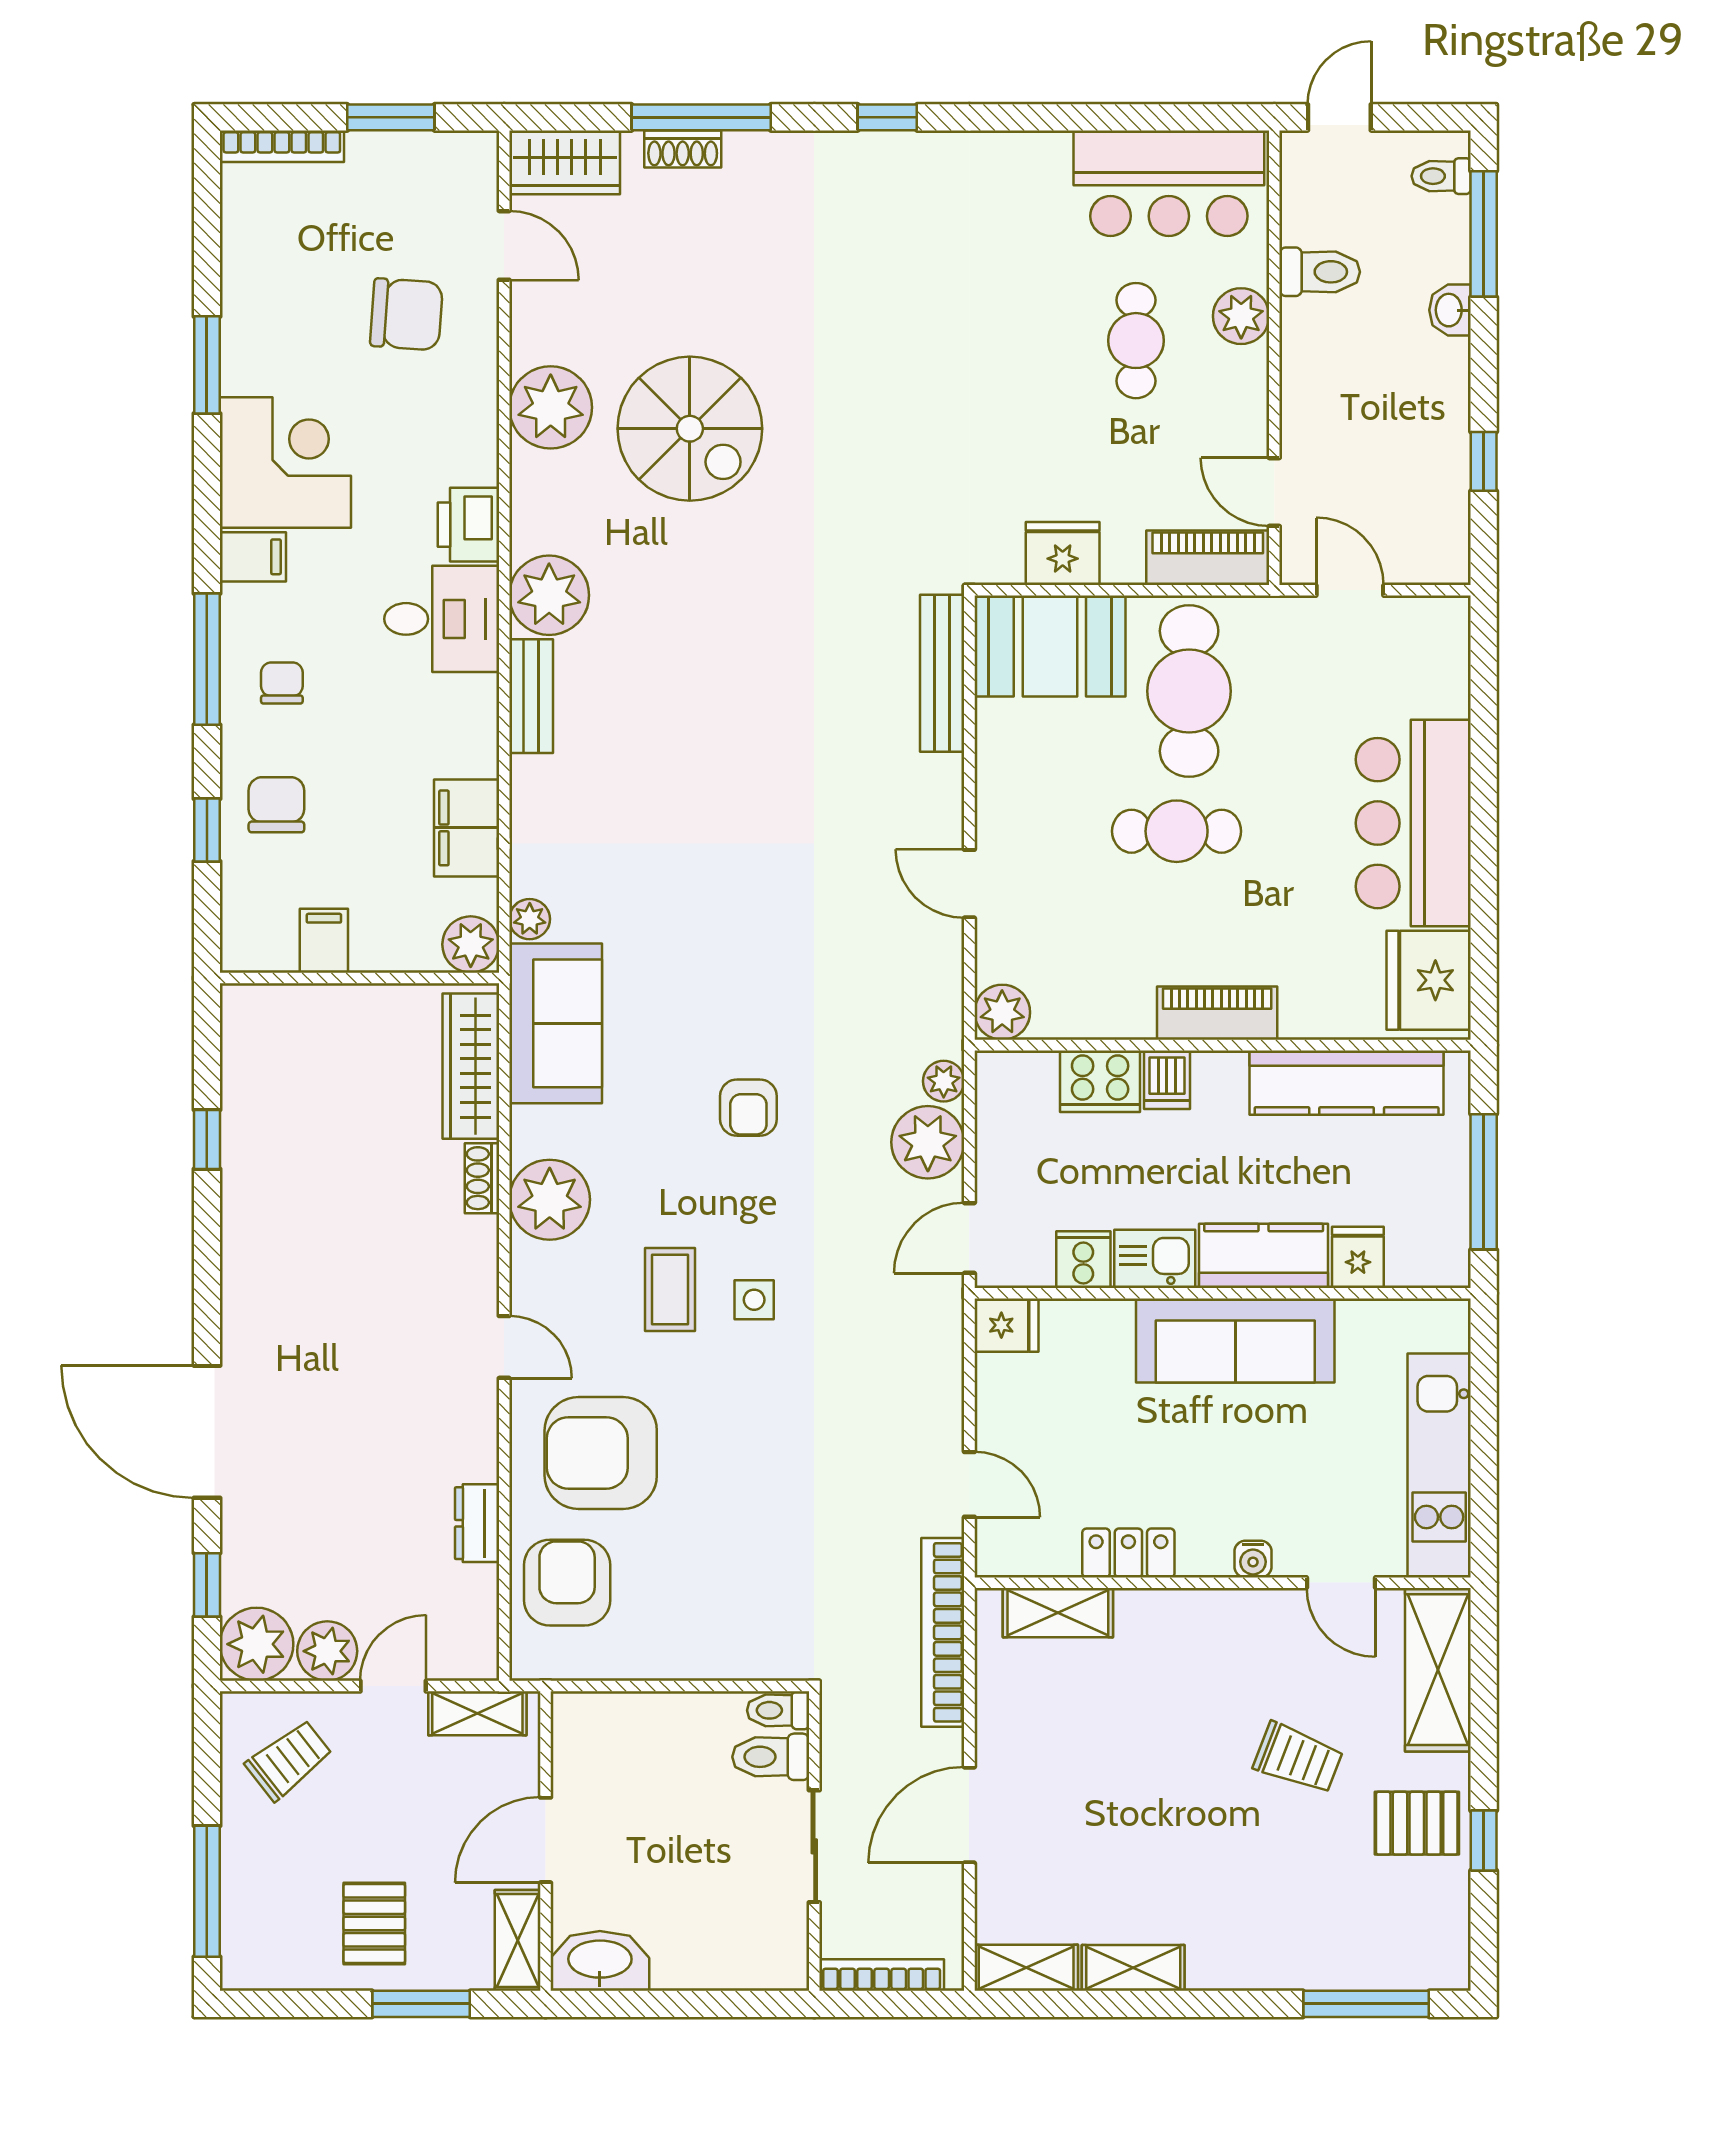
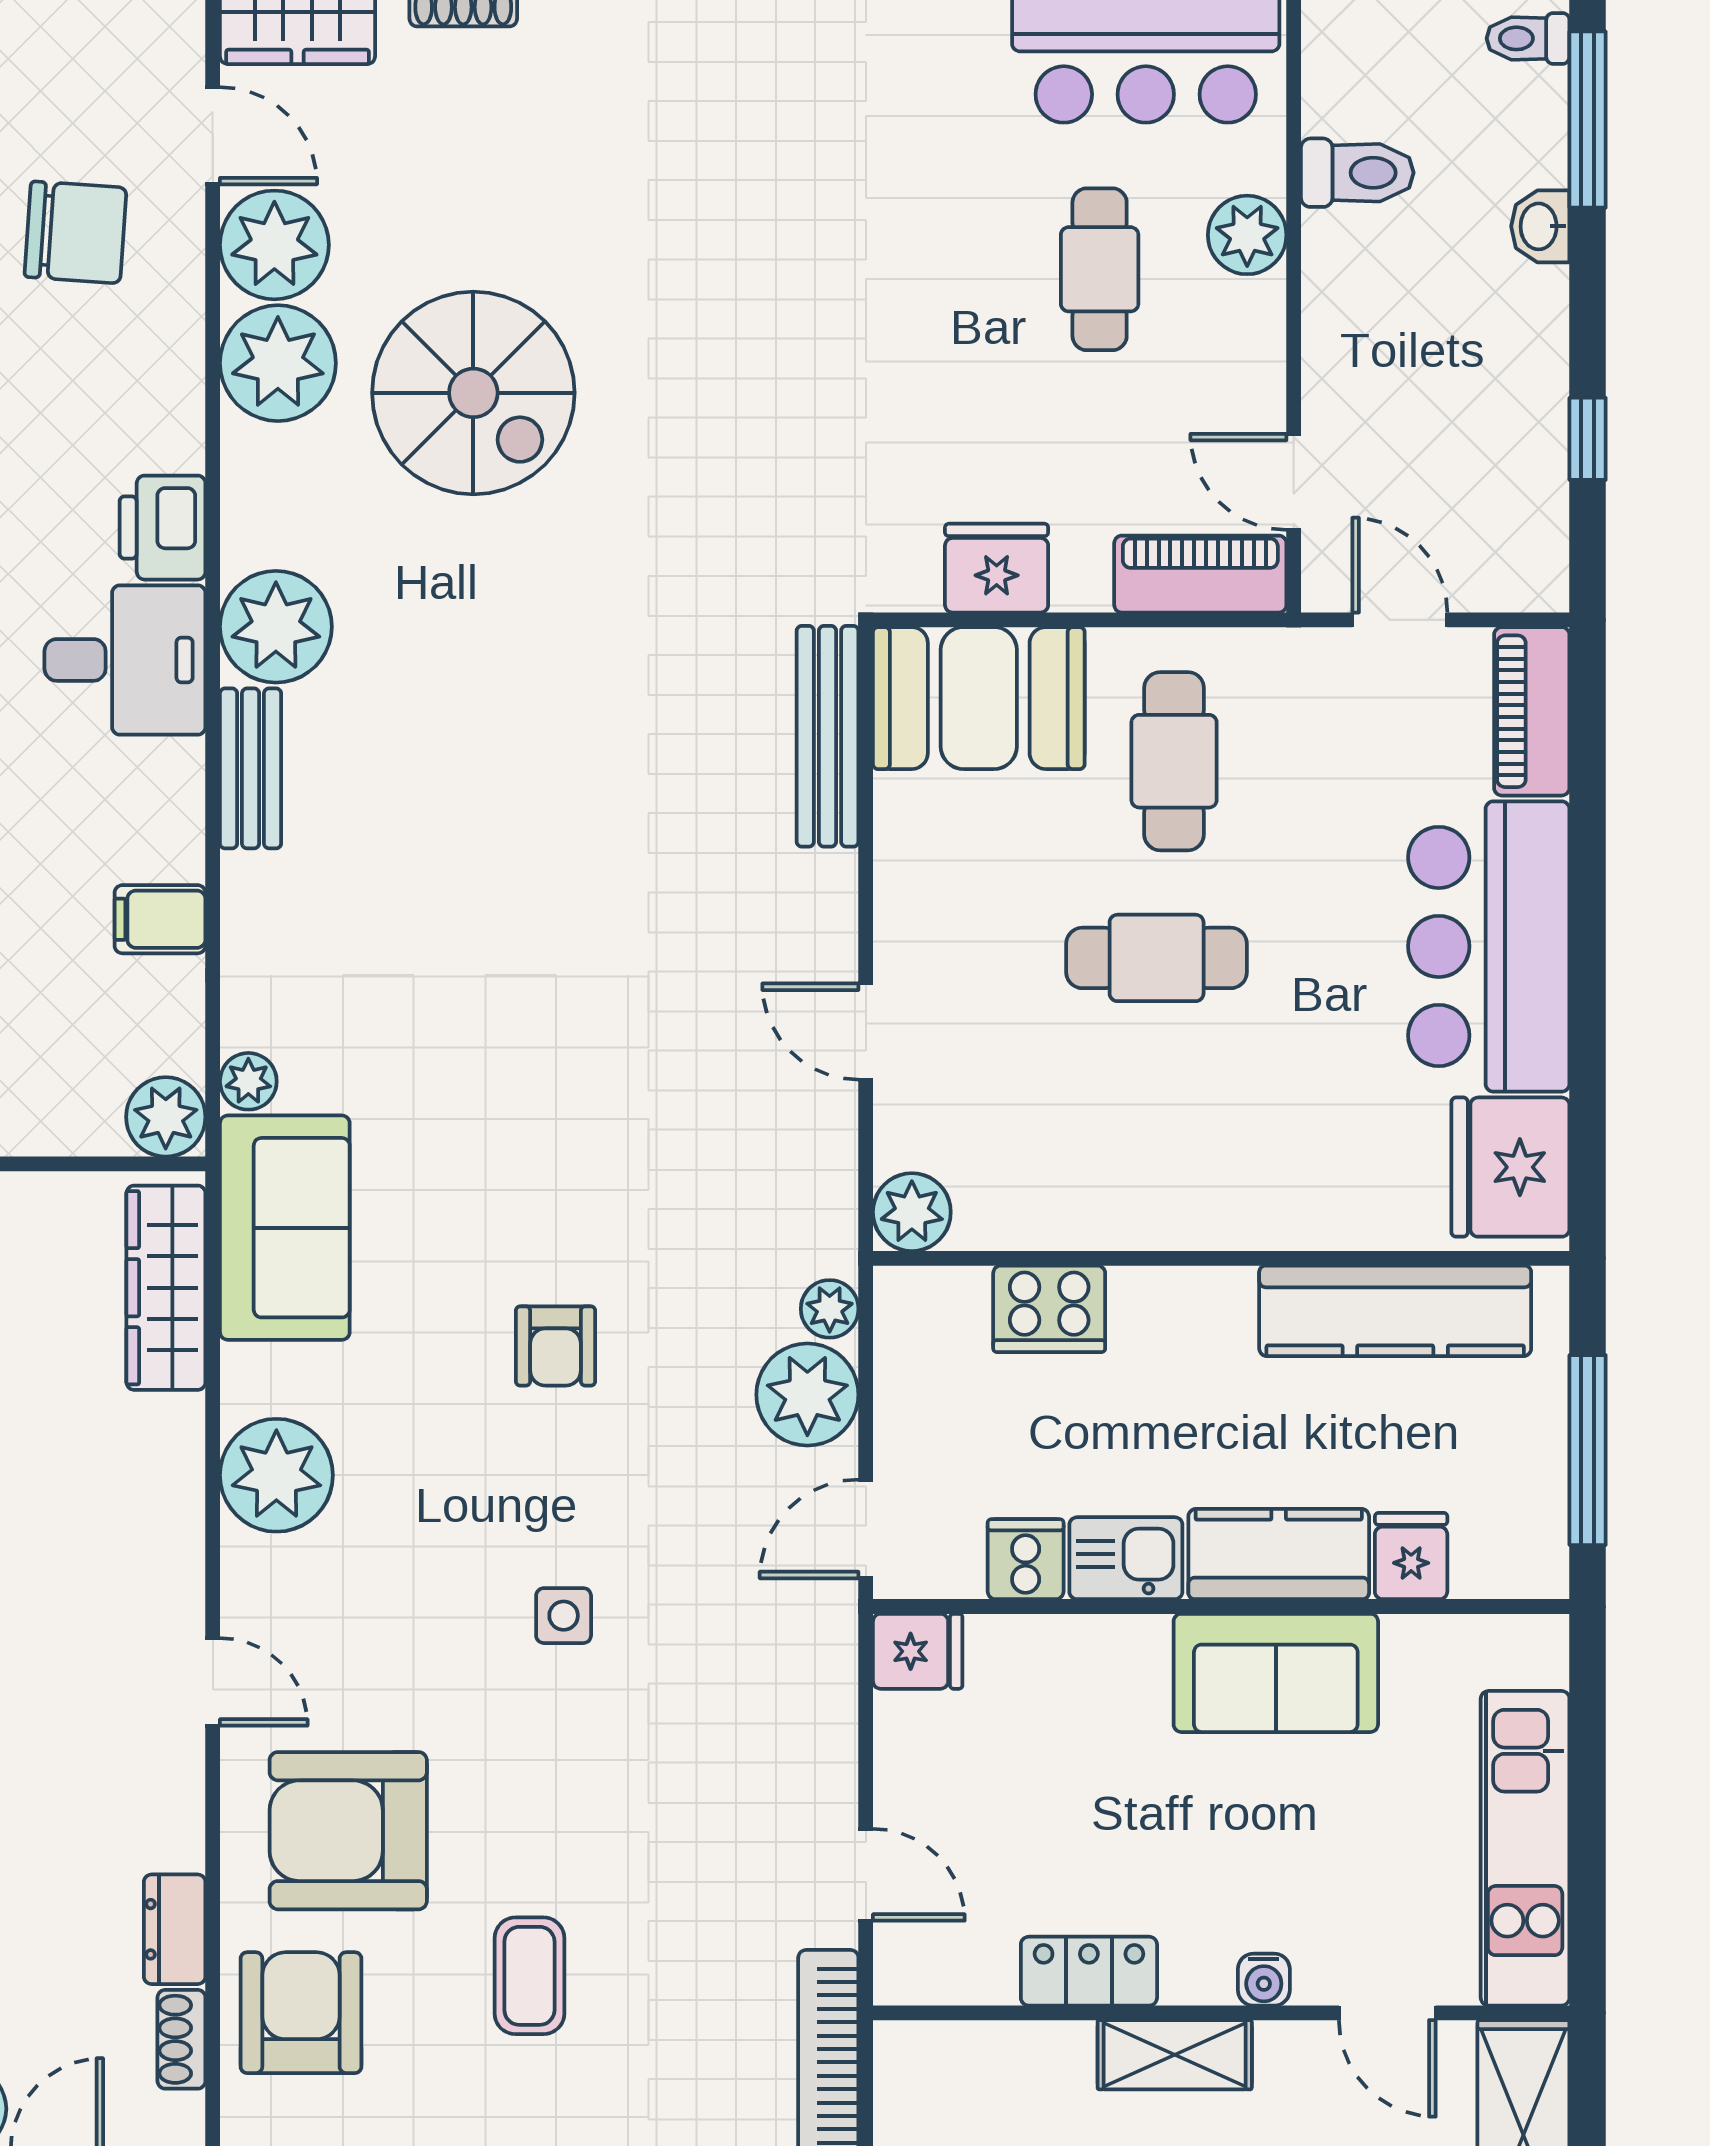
plant: (548, 323) -> (274, 245), added
cafe table: (1189, 691) -> (1174, 761), width x0.73, depth x0.74
filing cabinet: (467, 828) -> (160, 919), width x0.50
piano: (1217, 1013) -> (1532, 711), moved, turned -90
dishwasher: (1167, 1080) -> (1143, 1307), removed
shoe rack: (482, 1178) -> (181, 2039), moved
coffee table: (670, 1289) -> (529, 1976), moved
sofa: (1235, 1341) -> (1276, 1673), width x0.73
shelving: (1058, 1613) -> (1175, 2055), moved

